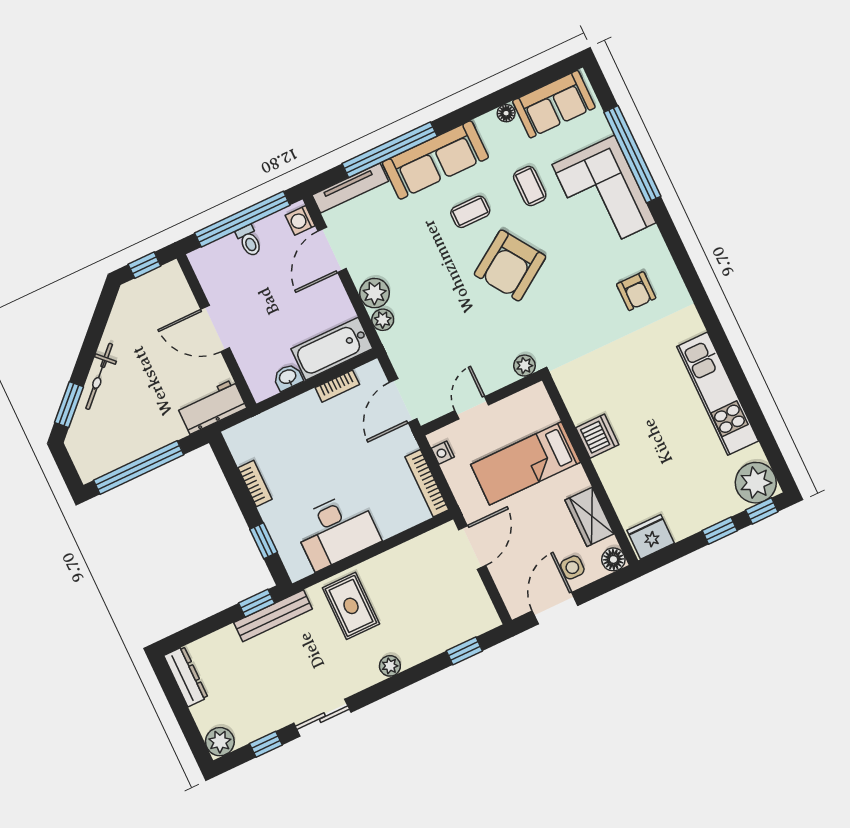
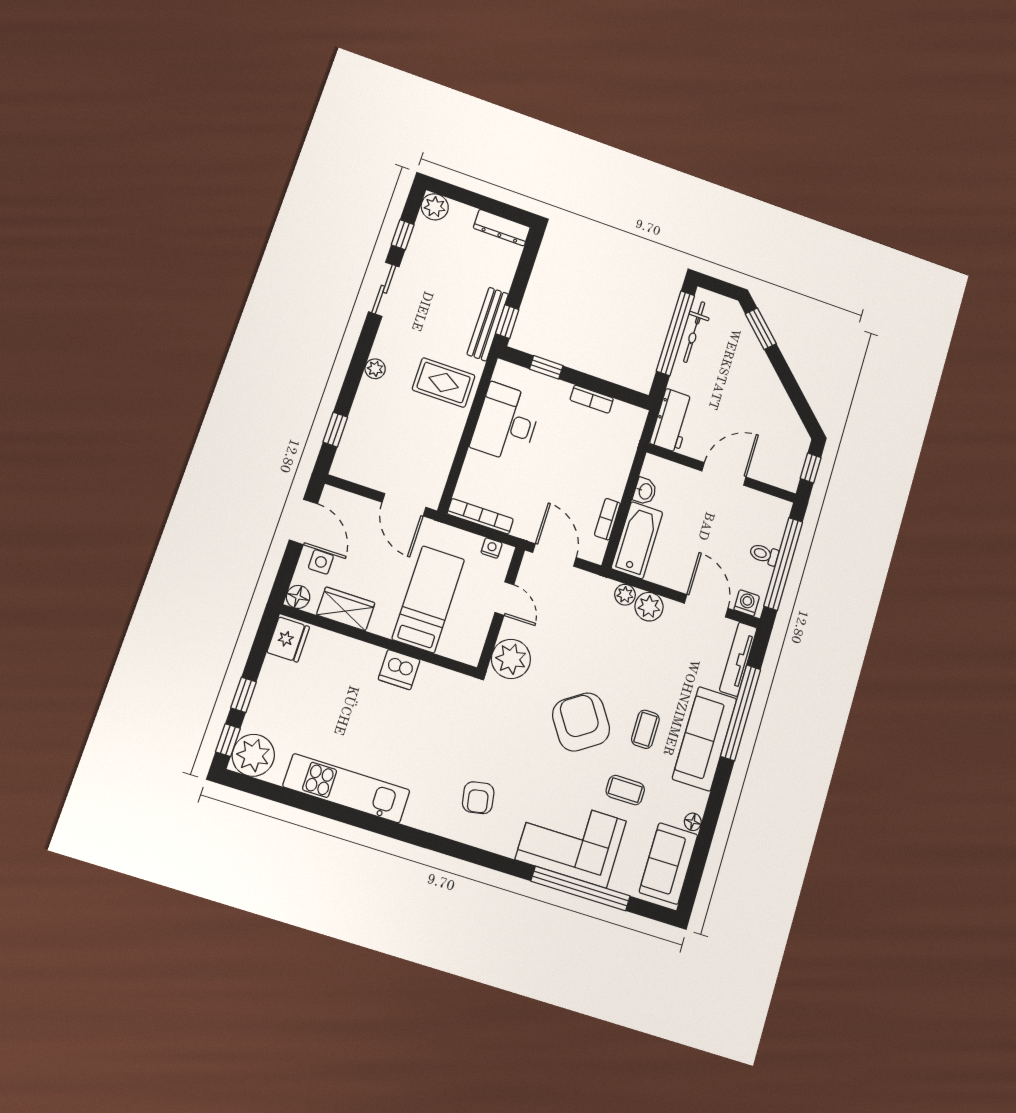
armchair: (636, 291) -> (478, 798), turned -100
plant: (524, 366) -> (511, 659), width x1.88, depth x1.88
bicycle: (99, 376) -> (694, 332), moved, turned -135

